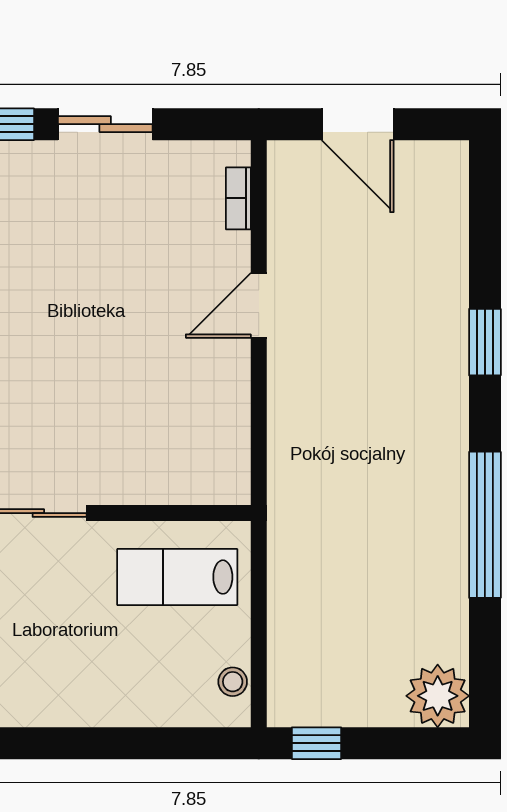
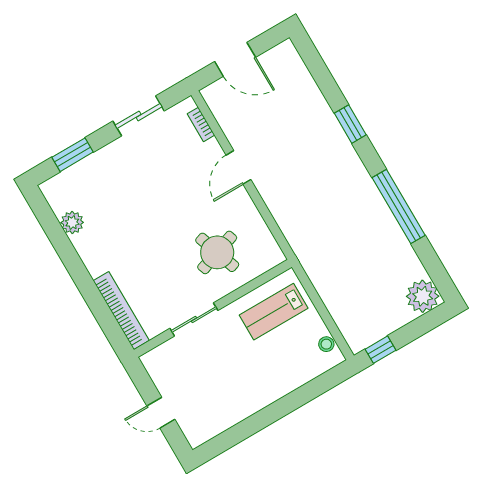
sliding door: (105, 124) -> (139, 116), moved
round table: (142, 425) -> (217, 252), added

